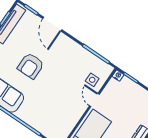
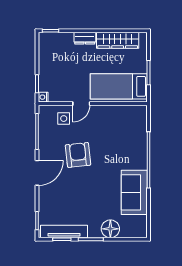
door: (52, 24) -> (37, 173), moved
armchair: (31, 66) -> (78, 155), moved, turned -96

